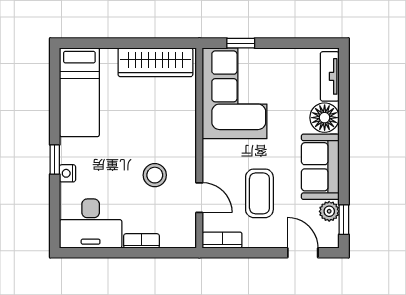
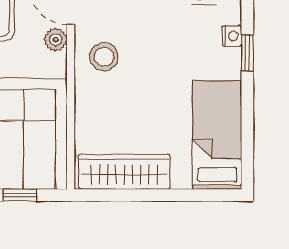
plant: (212, 170) -> (56, 40), added
stool: (155, 175) -> (104, 57), moved

